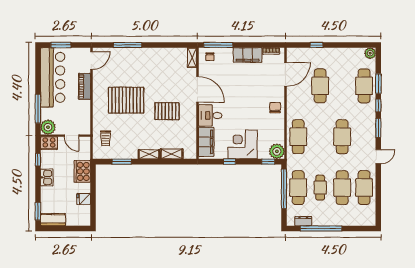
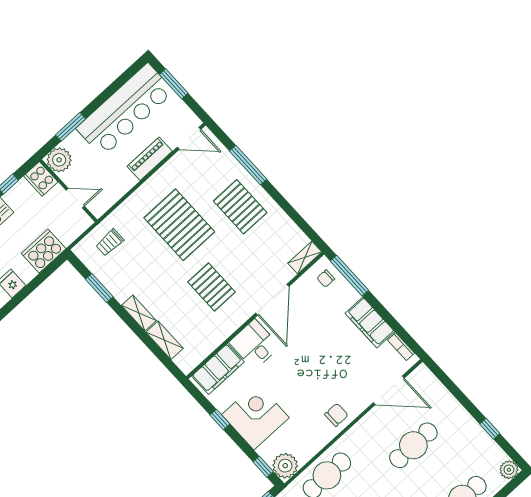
window: (316, 45) -> (490, 429), moved
pallet: (143, 66) -> (240, 207), added
window: (38, 109) -> (71, 127), width x0.69
door: (72, 136) -> (75, 198), swing flipped

